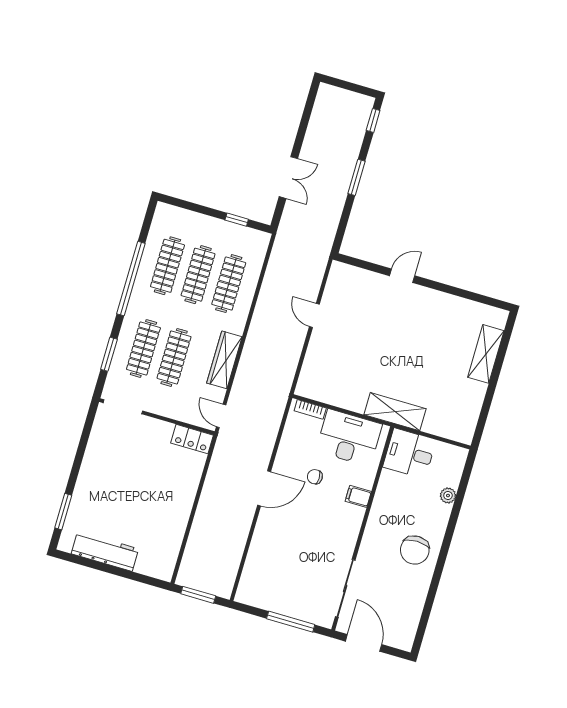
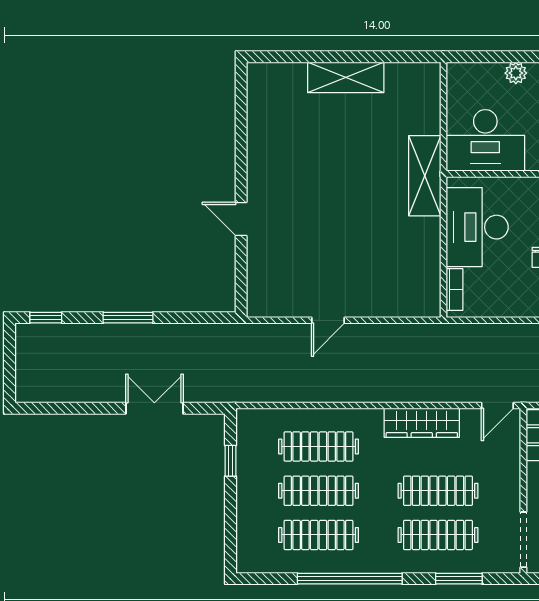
shelving: (486, 354) -> (346, 77), moved
desk: (409, 453) -> (485, 140), width x1.37

